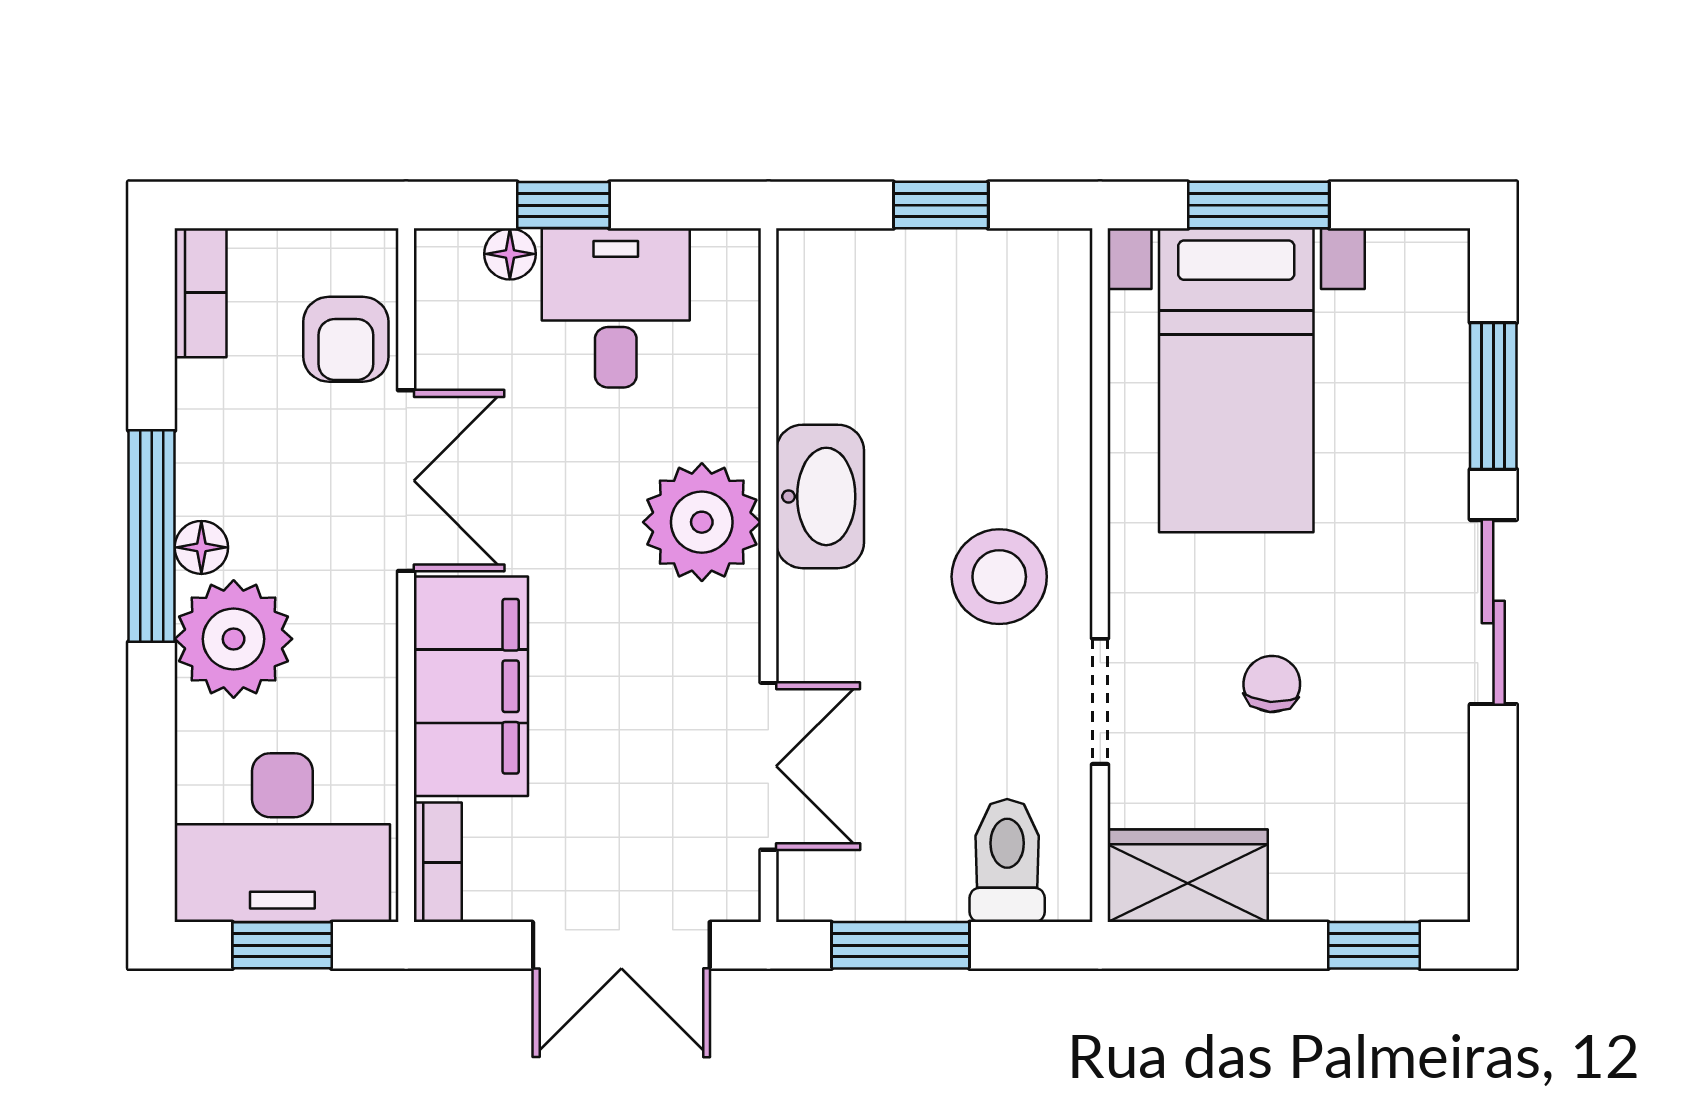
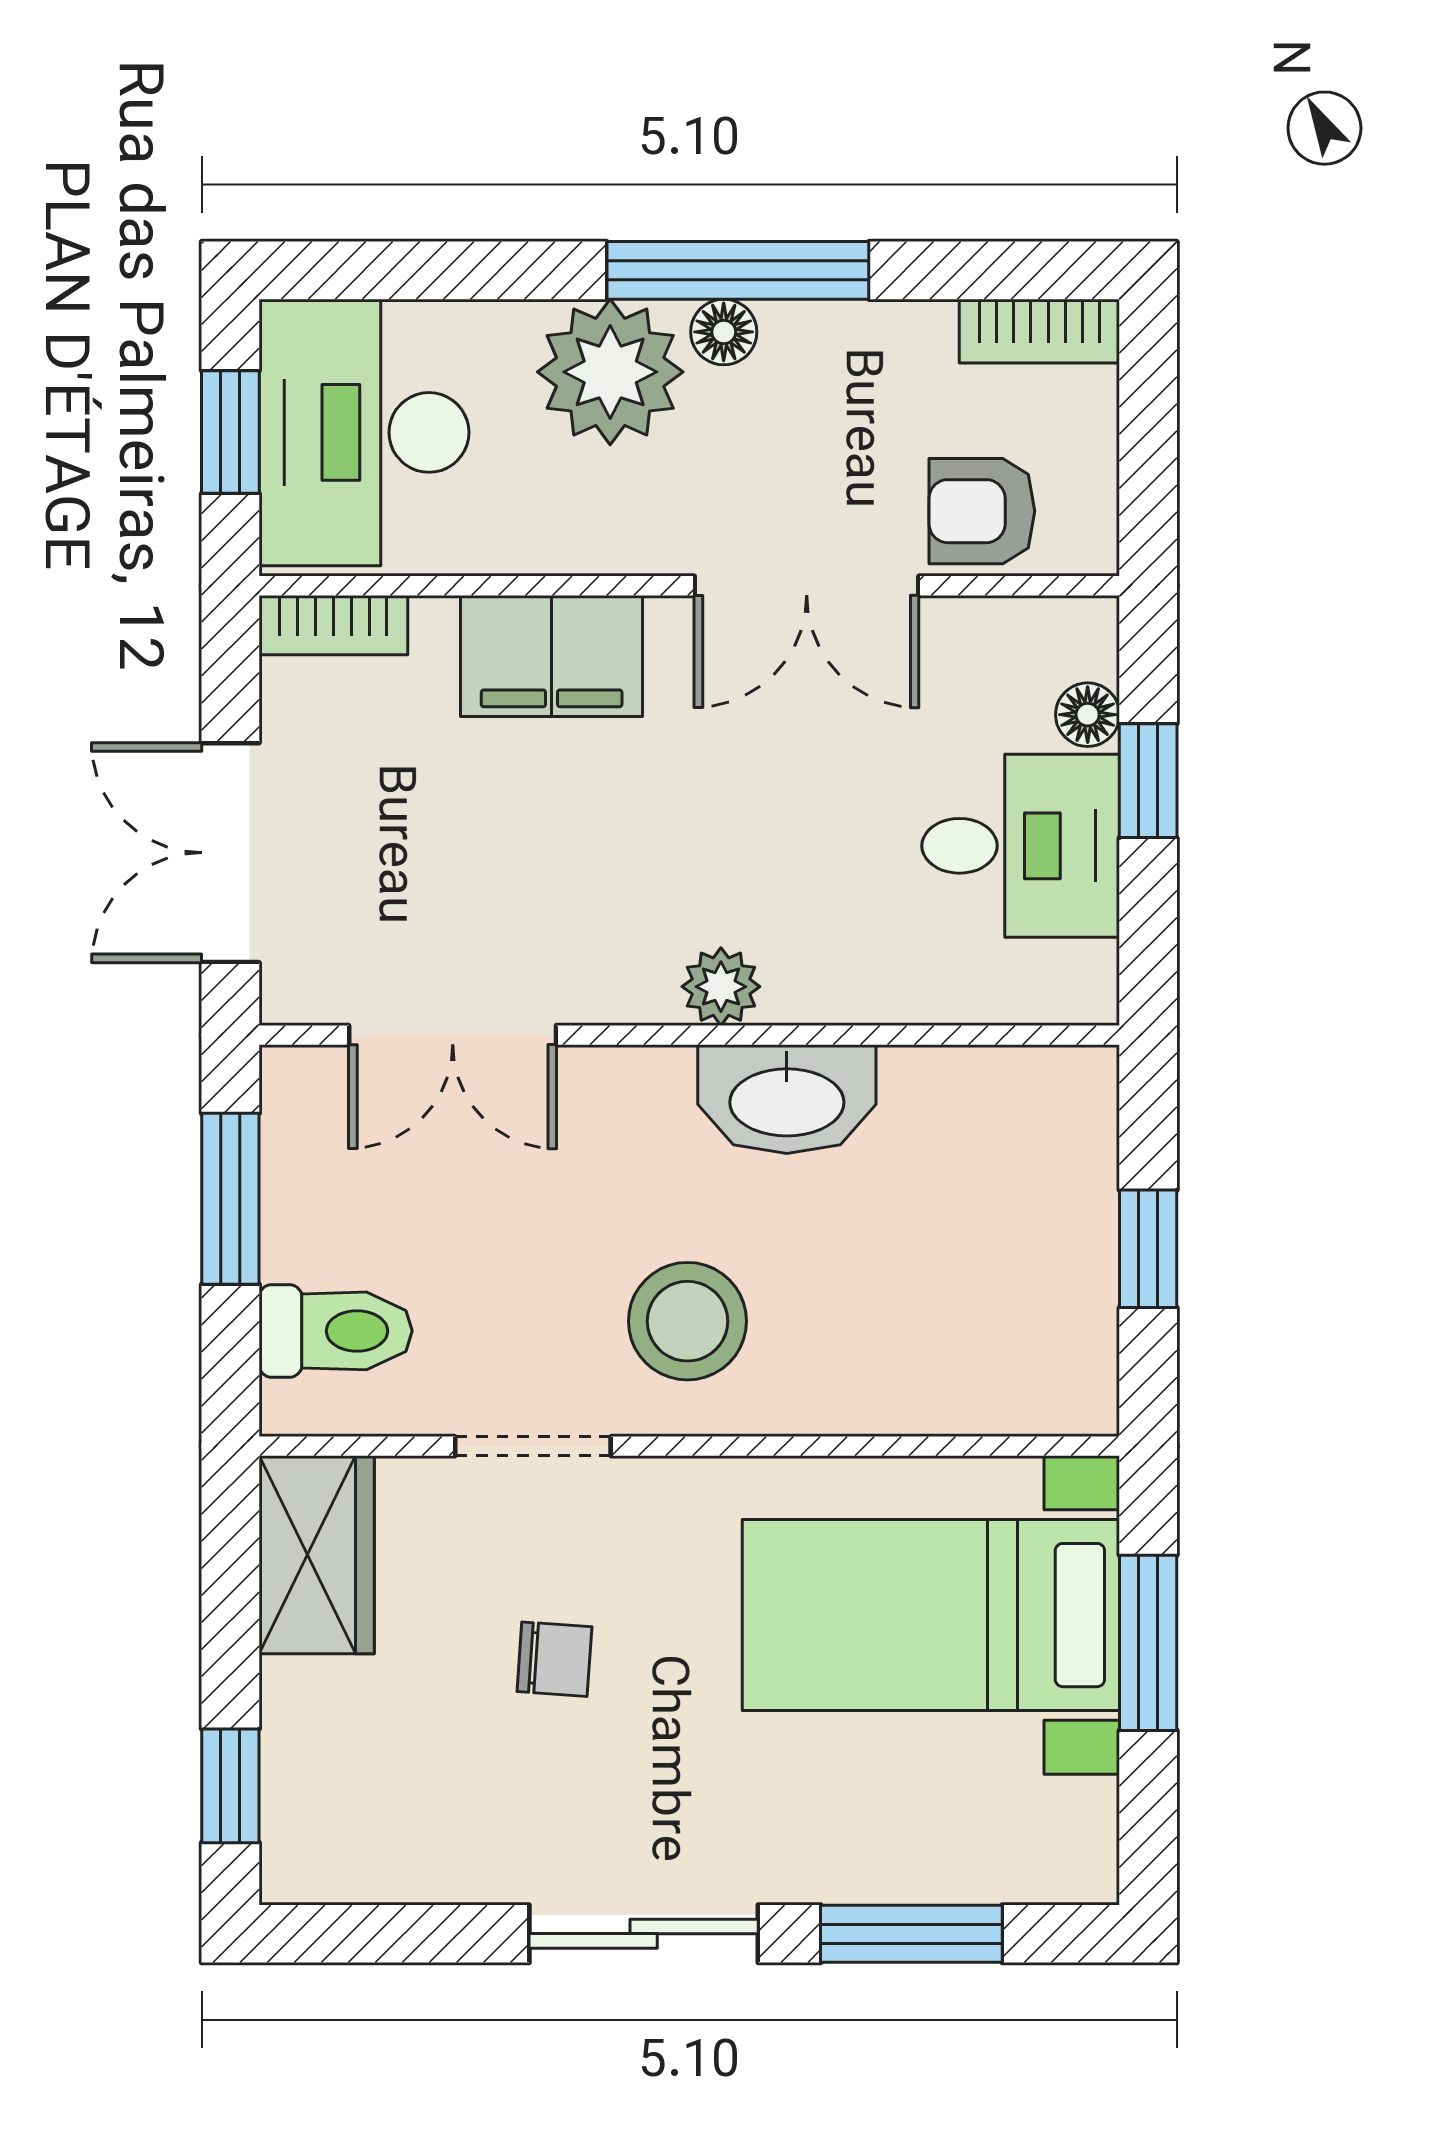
plant: (702, 522) -> (721, 987), width x0.53, depth x0.53
filing cabinet: (471, 686) -> (552, 656), width x0.67, depth x0.86

